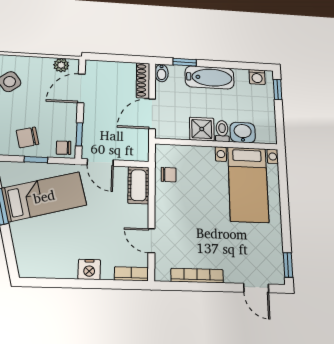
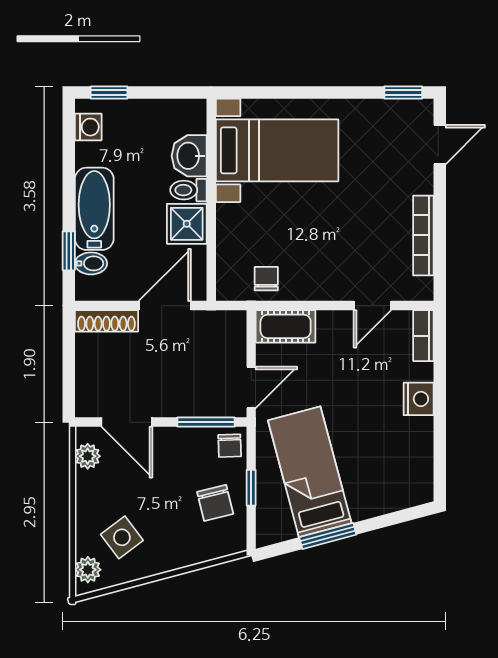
bidet: (162, 73) -> (91, 263), moved
door: (152, 114) -> (165, 306), swing flipped
window: (79, 134) -> (206, 422), width x1.50

